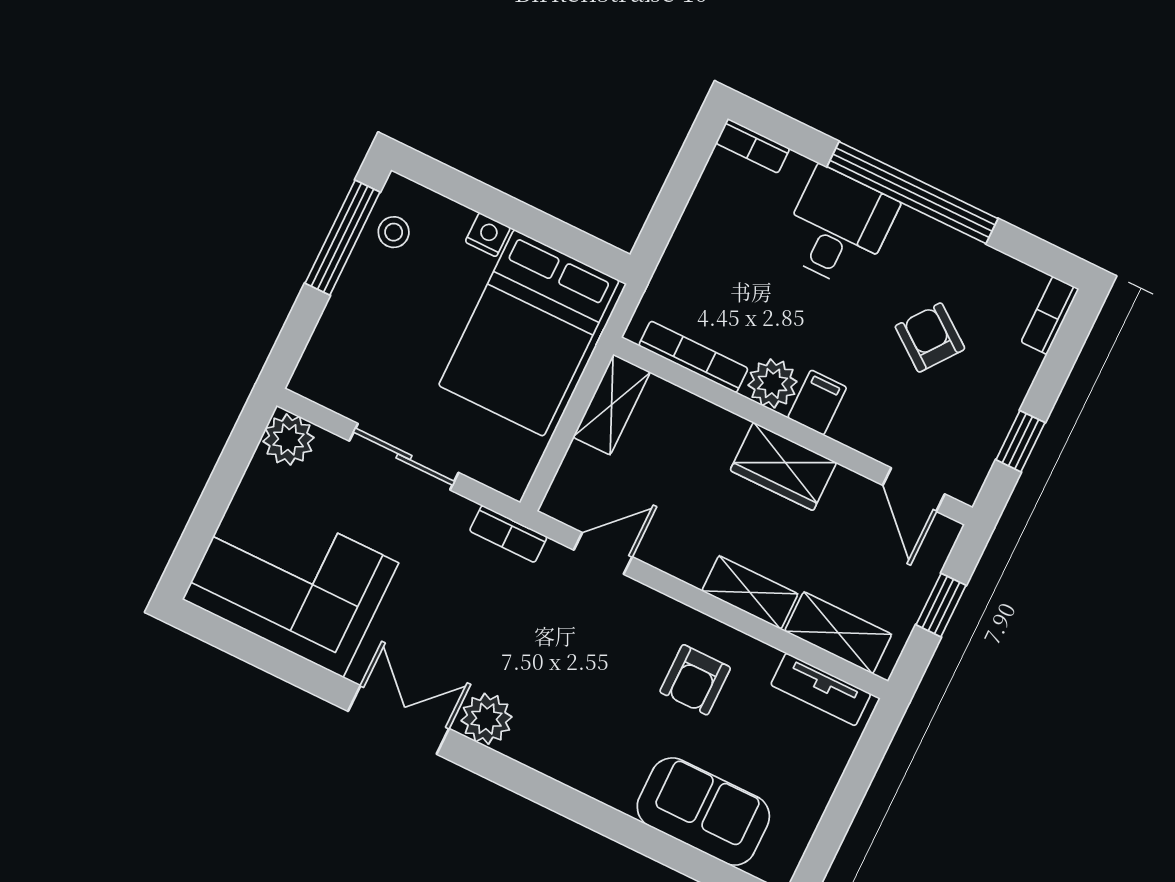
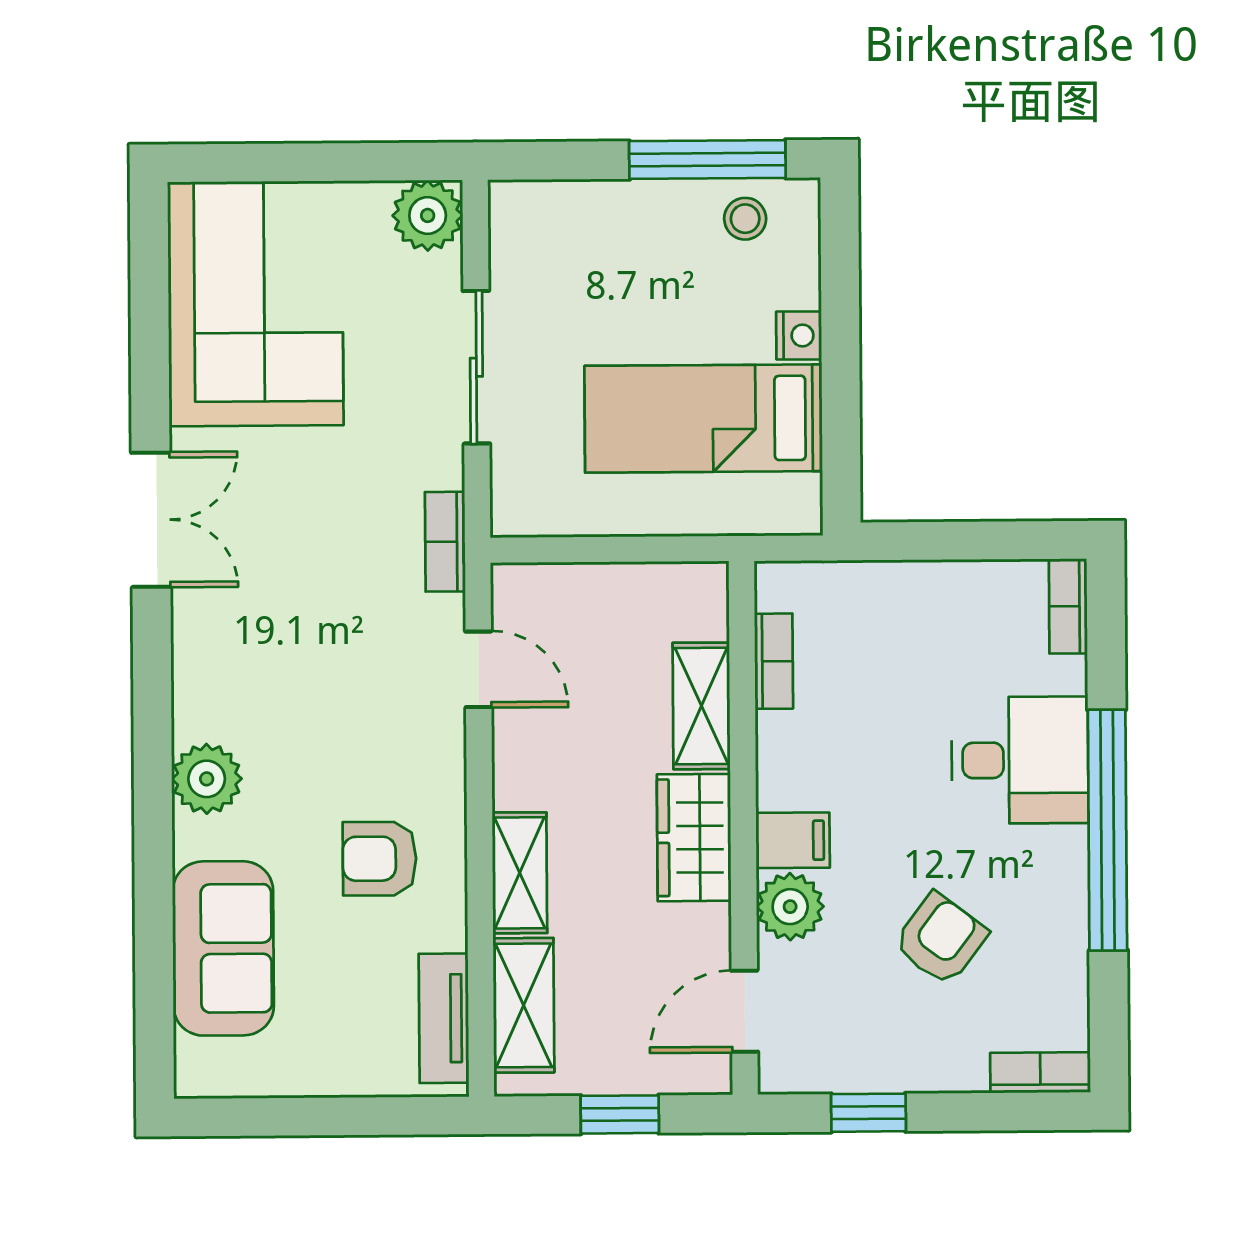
bed: (529, 333) -> (703, 419), width x0.67
bookcase: (693, 357) -> (774, 661), width x0.64
plant: (772, 383) -> (790, 907), moved
shelving: (612, 405) -> (701, 706), moved, turned 90
plant: (486, 719) -> (207, 779), moved

